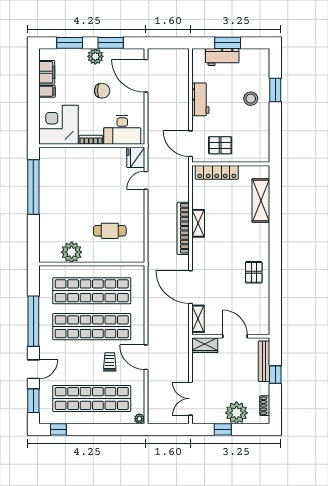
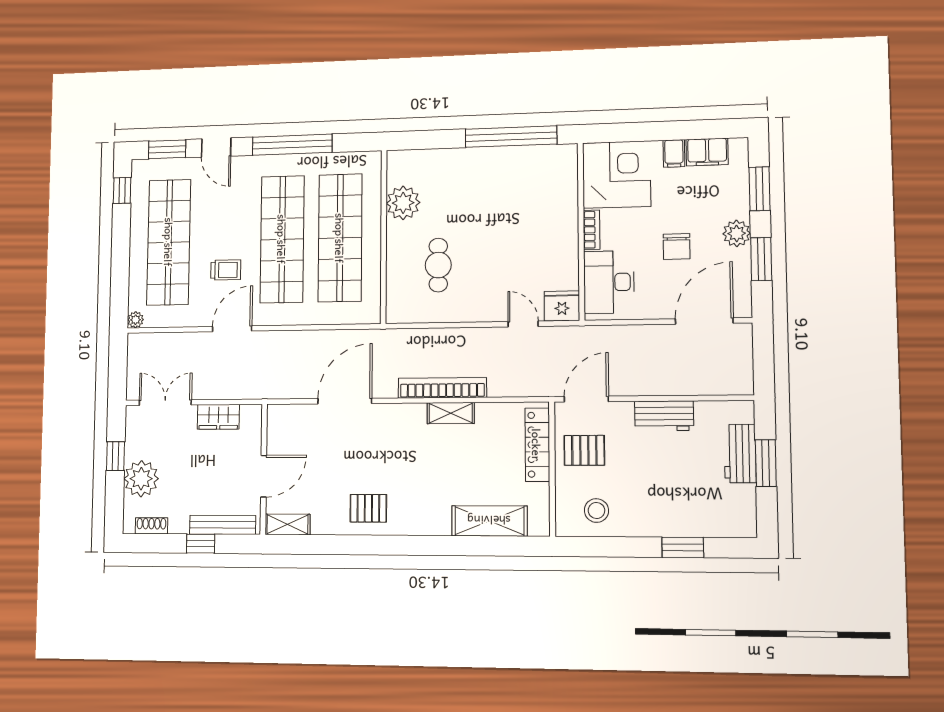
stool: (251, 99) -> (596, 511), moved
pallet: (220, 145) -> (584, 450), turned 90
shelving: (198, 319) -> (287, 524), moved
wardrobe: (205, 345) -> (218, 417), moved, turned -90

